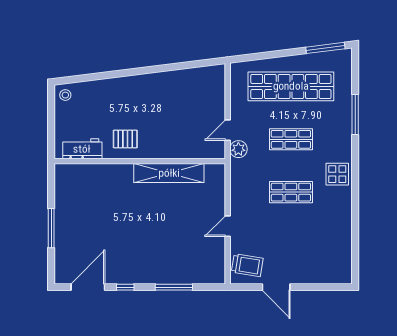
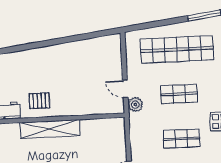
door: (228, 130) -> (125, 89), hinge flipped
shelving: (169, 173) -> (50, 129), moved

